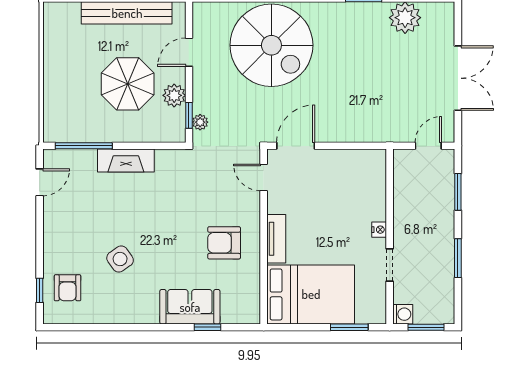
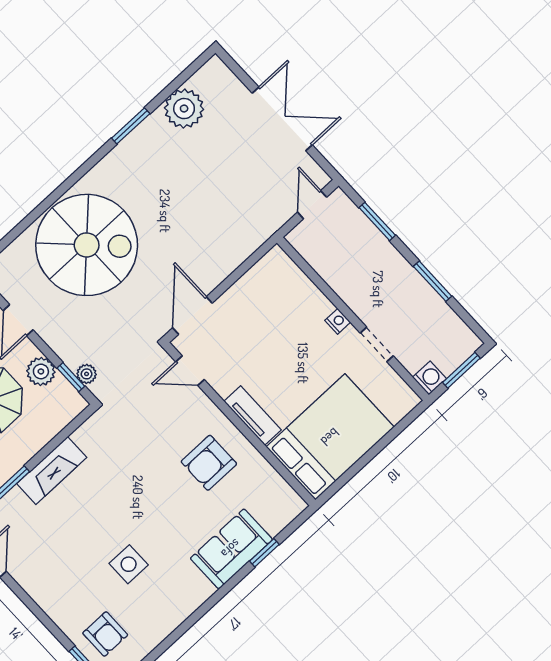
side table: (120, 259) -> (129, 564), turned 35
window: (349, 327) -> (392, 434), removed

